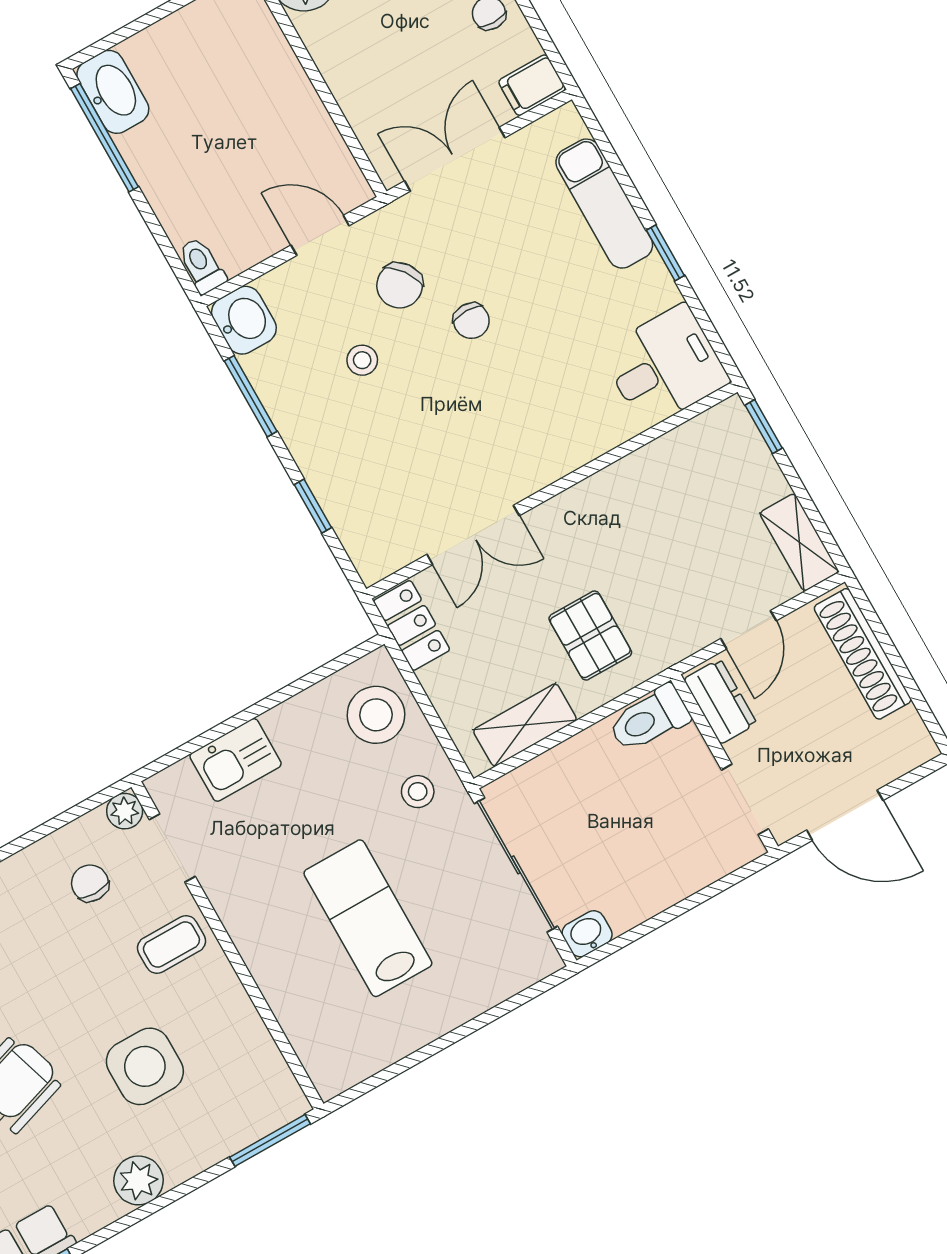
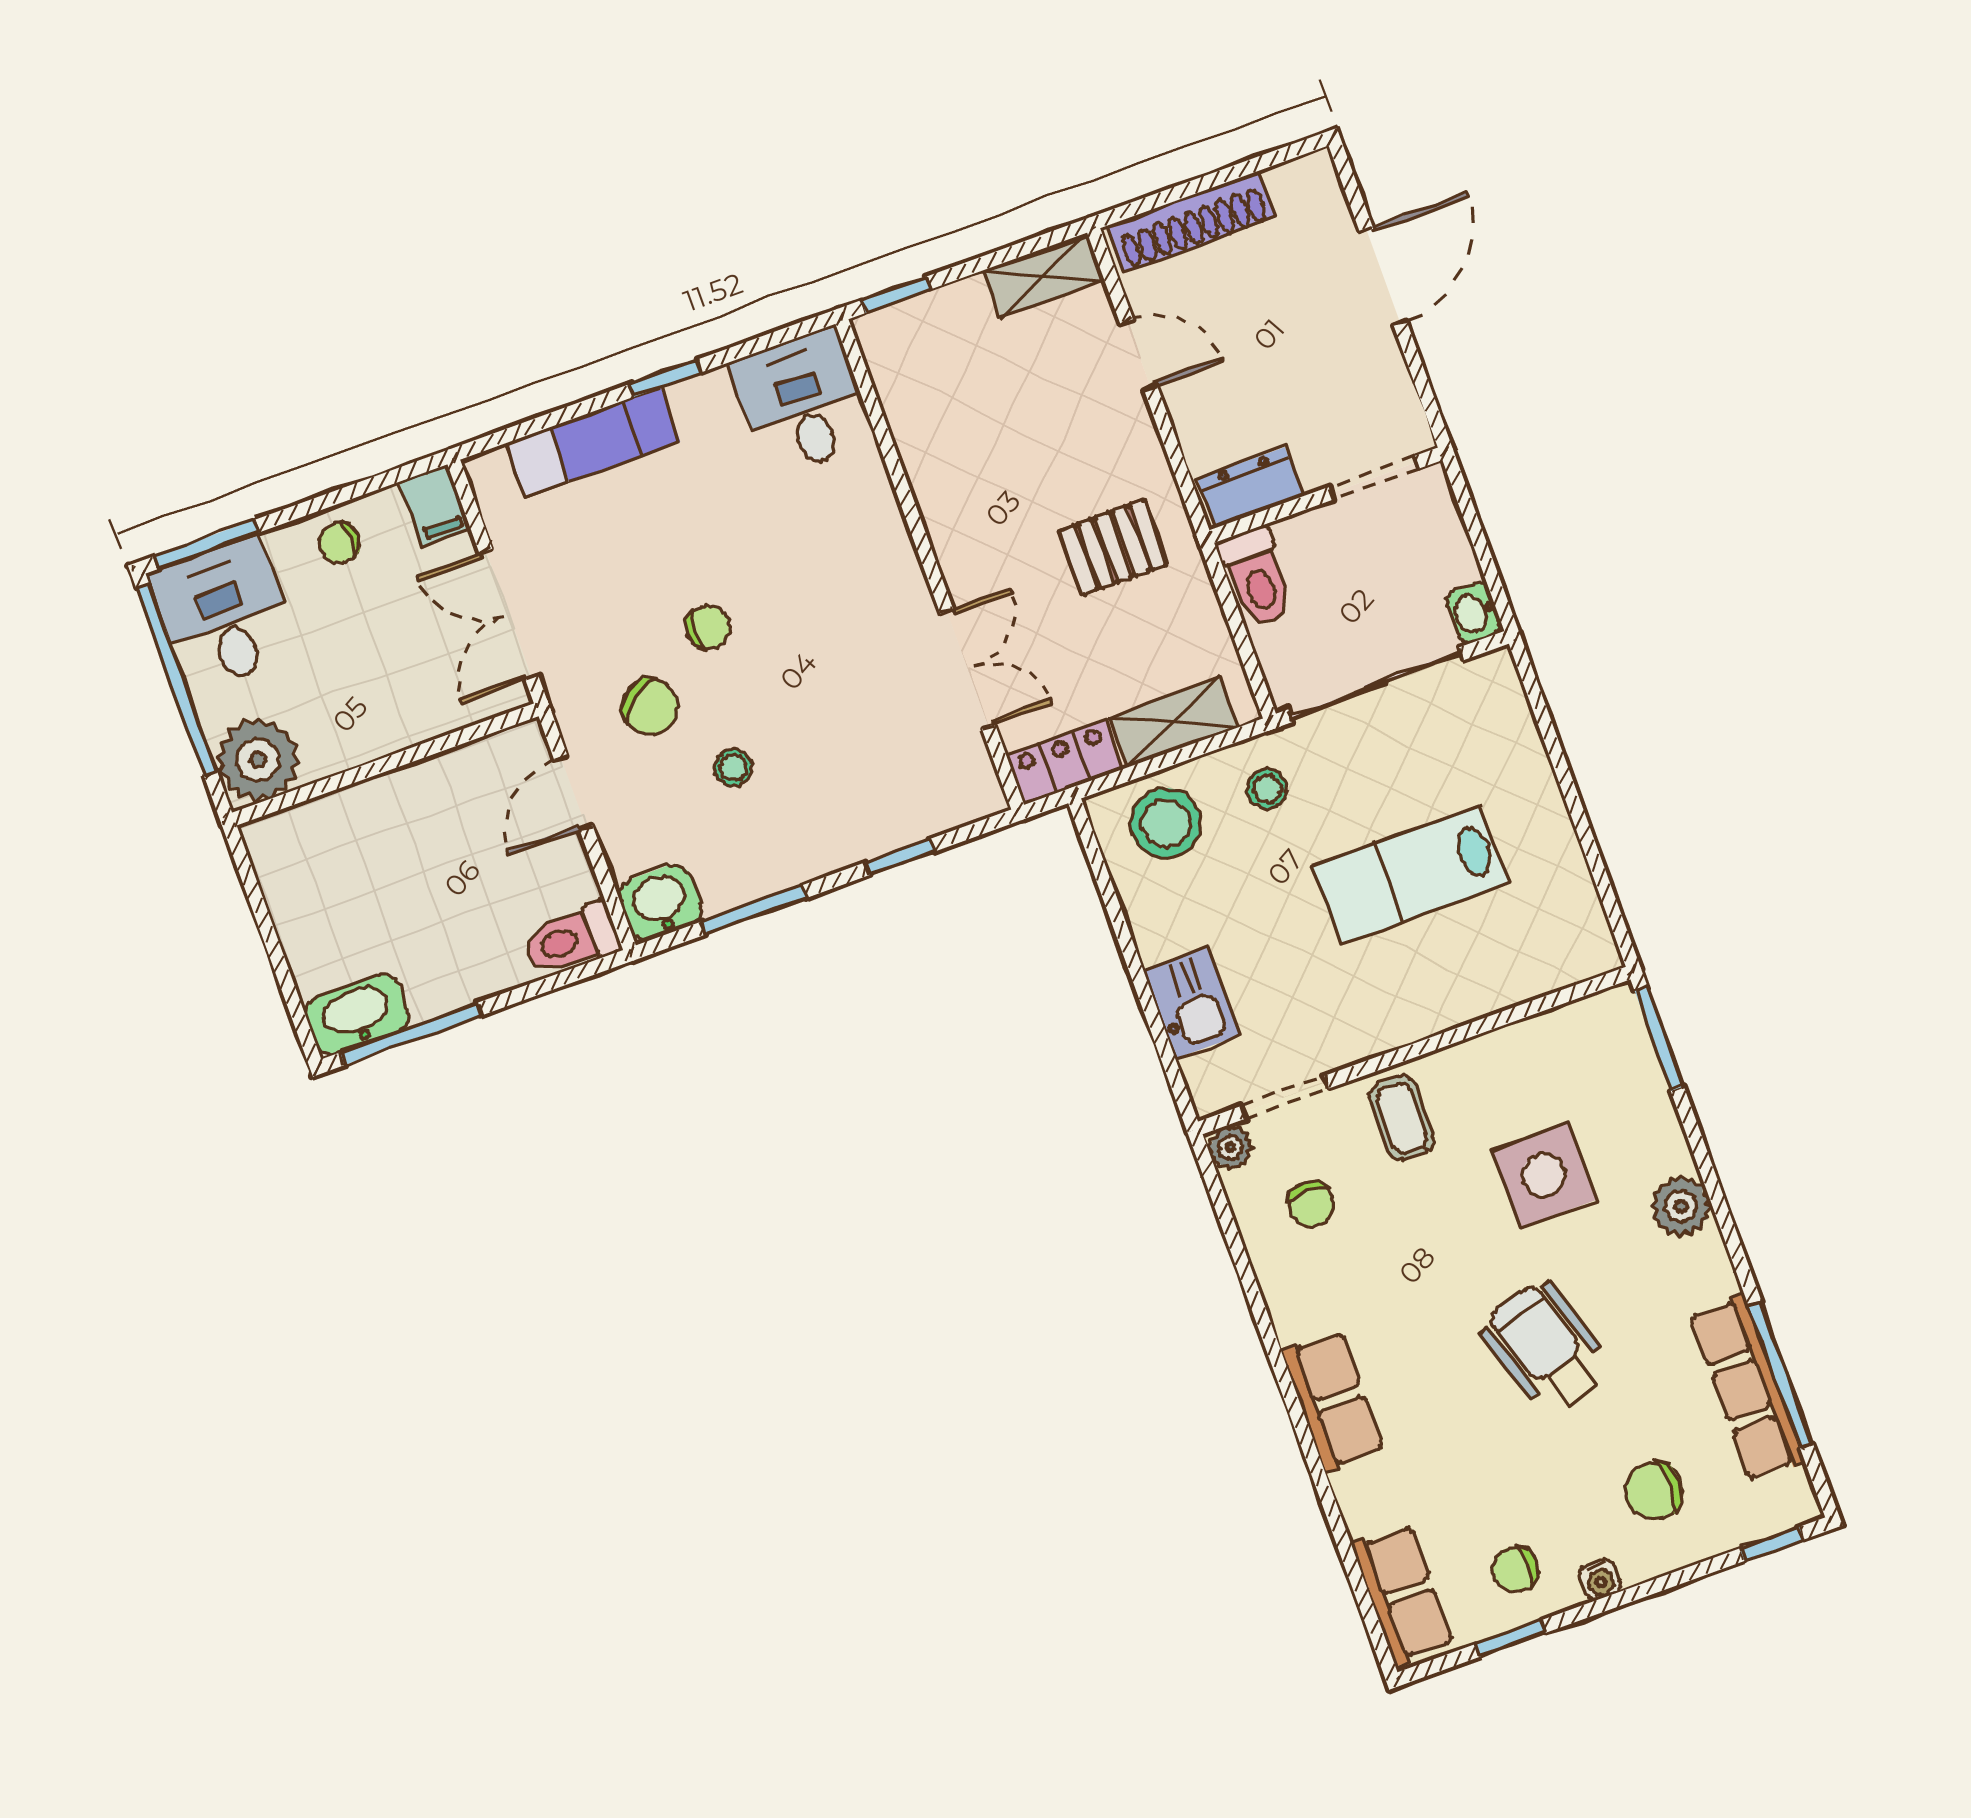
toilet: (202, 265) -> (571, 940), width x1.37, depth x1.39
dresser: (720, 701) -> (1250, 488), moved
toilet: (649, 719) -> (1257, 577), moved
shelving: (525, 725) -> (1174, 722), moved, turned 90
wall: (724, 763) -> (1326, 495), moved
doorway: (745, 799) -> (1374, 478), moved
chair: (90, 883) -> (1311, 1204), turned -90

